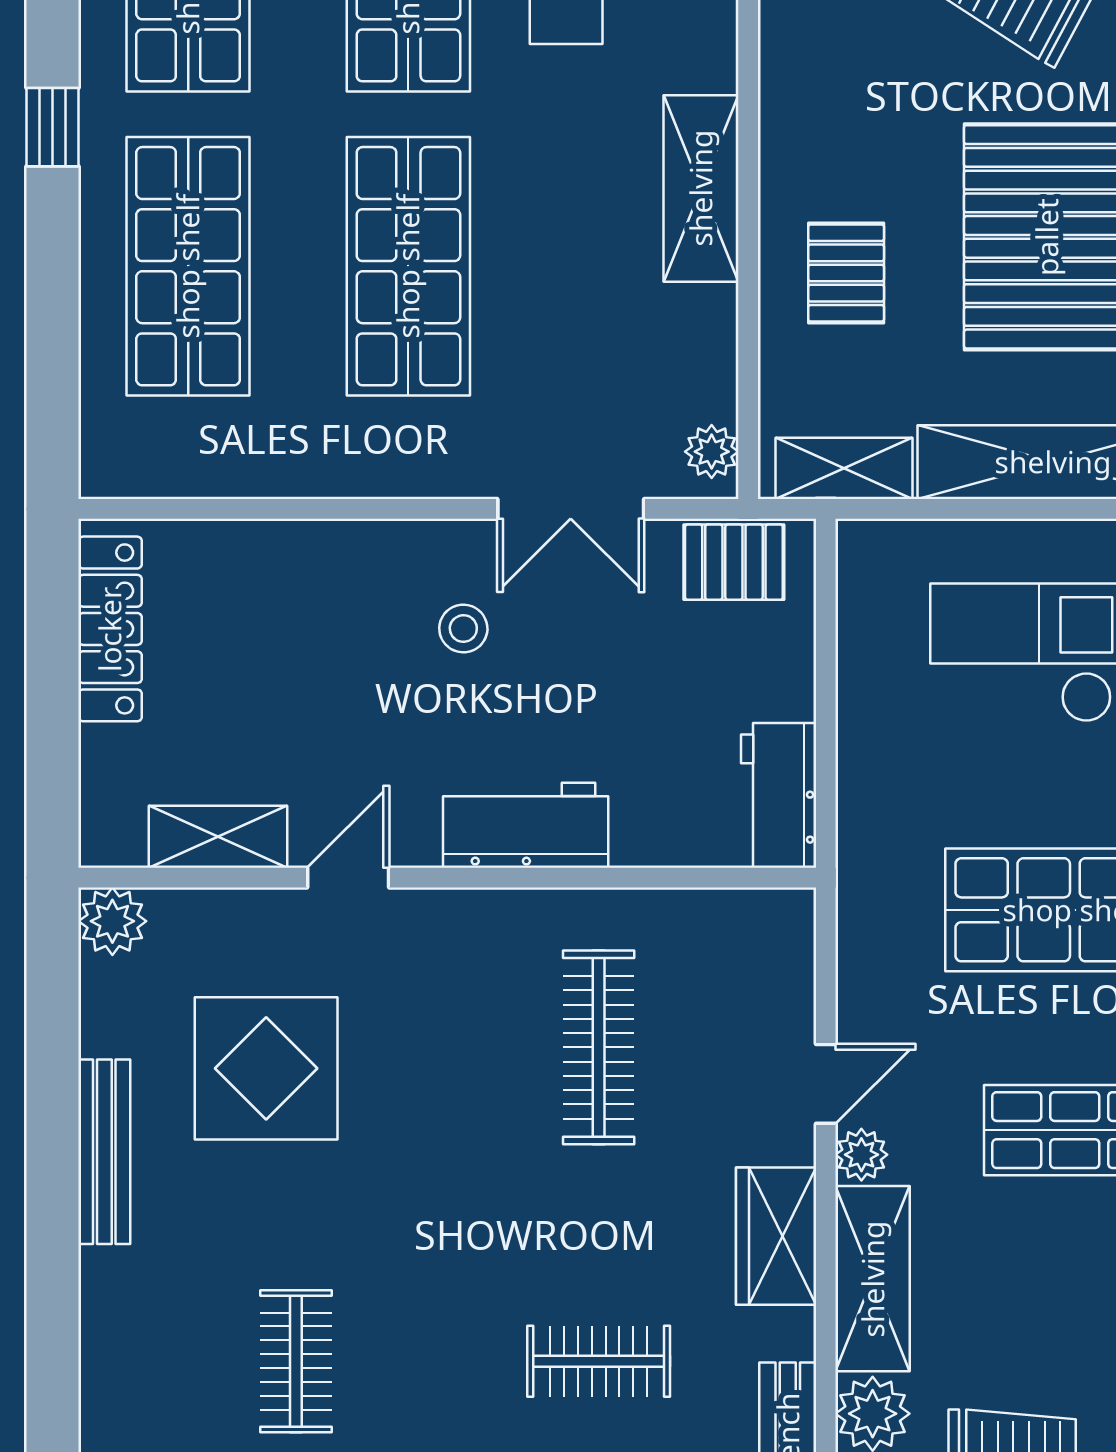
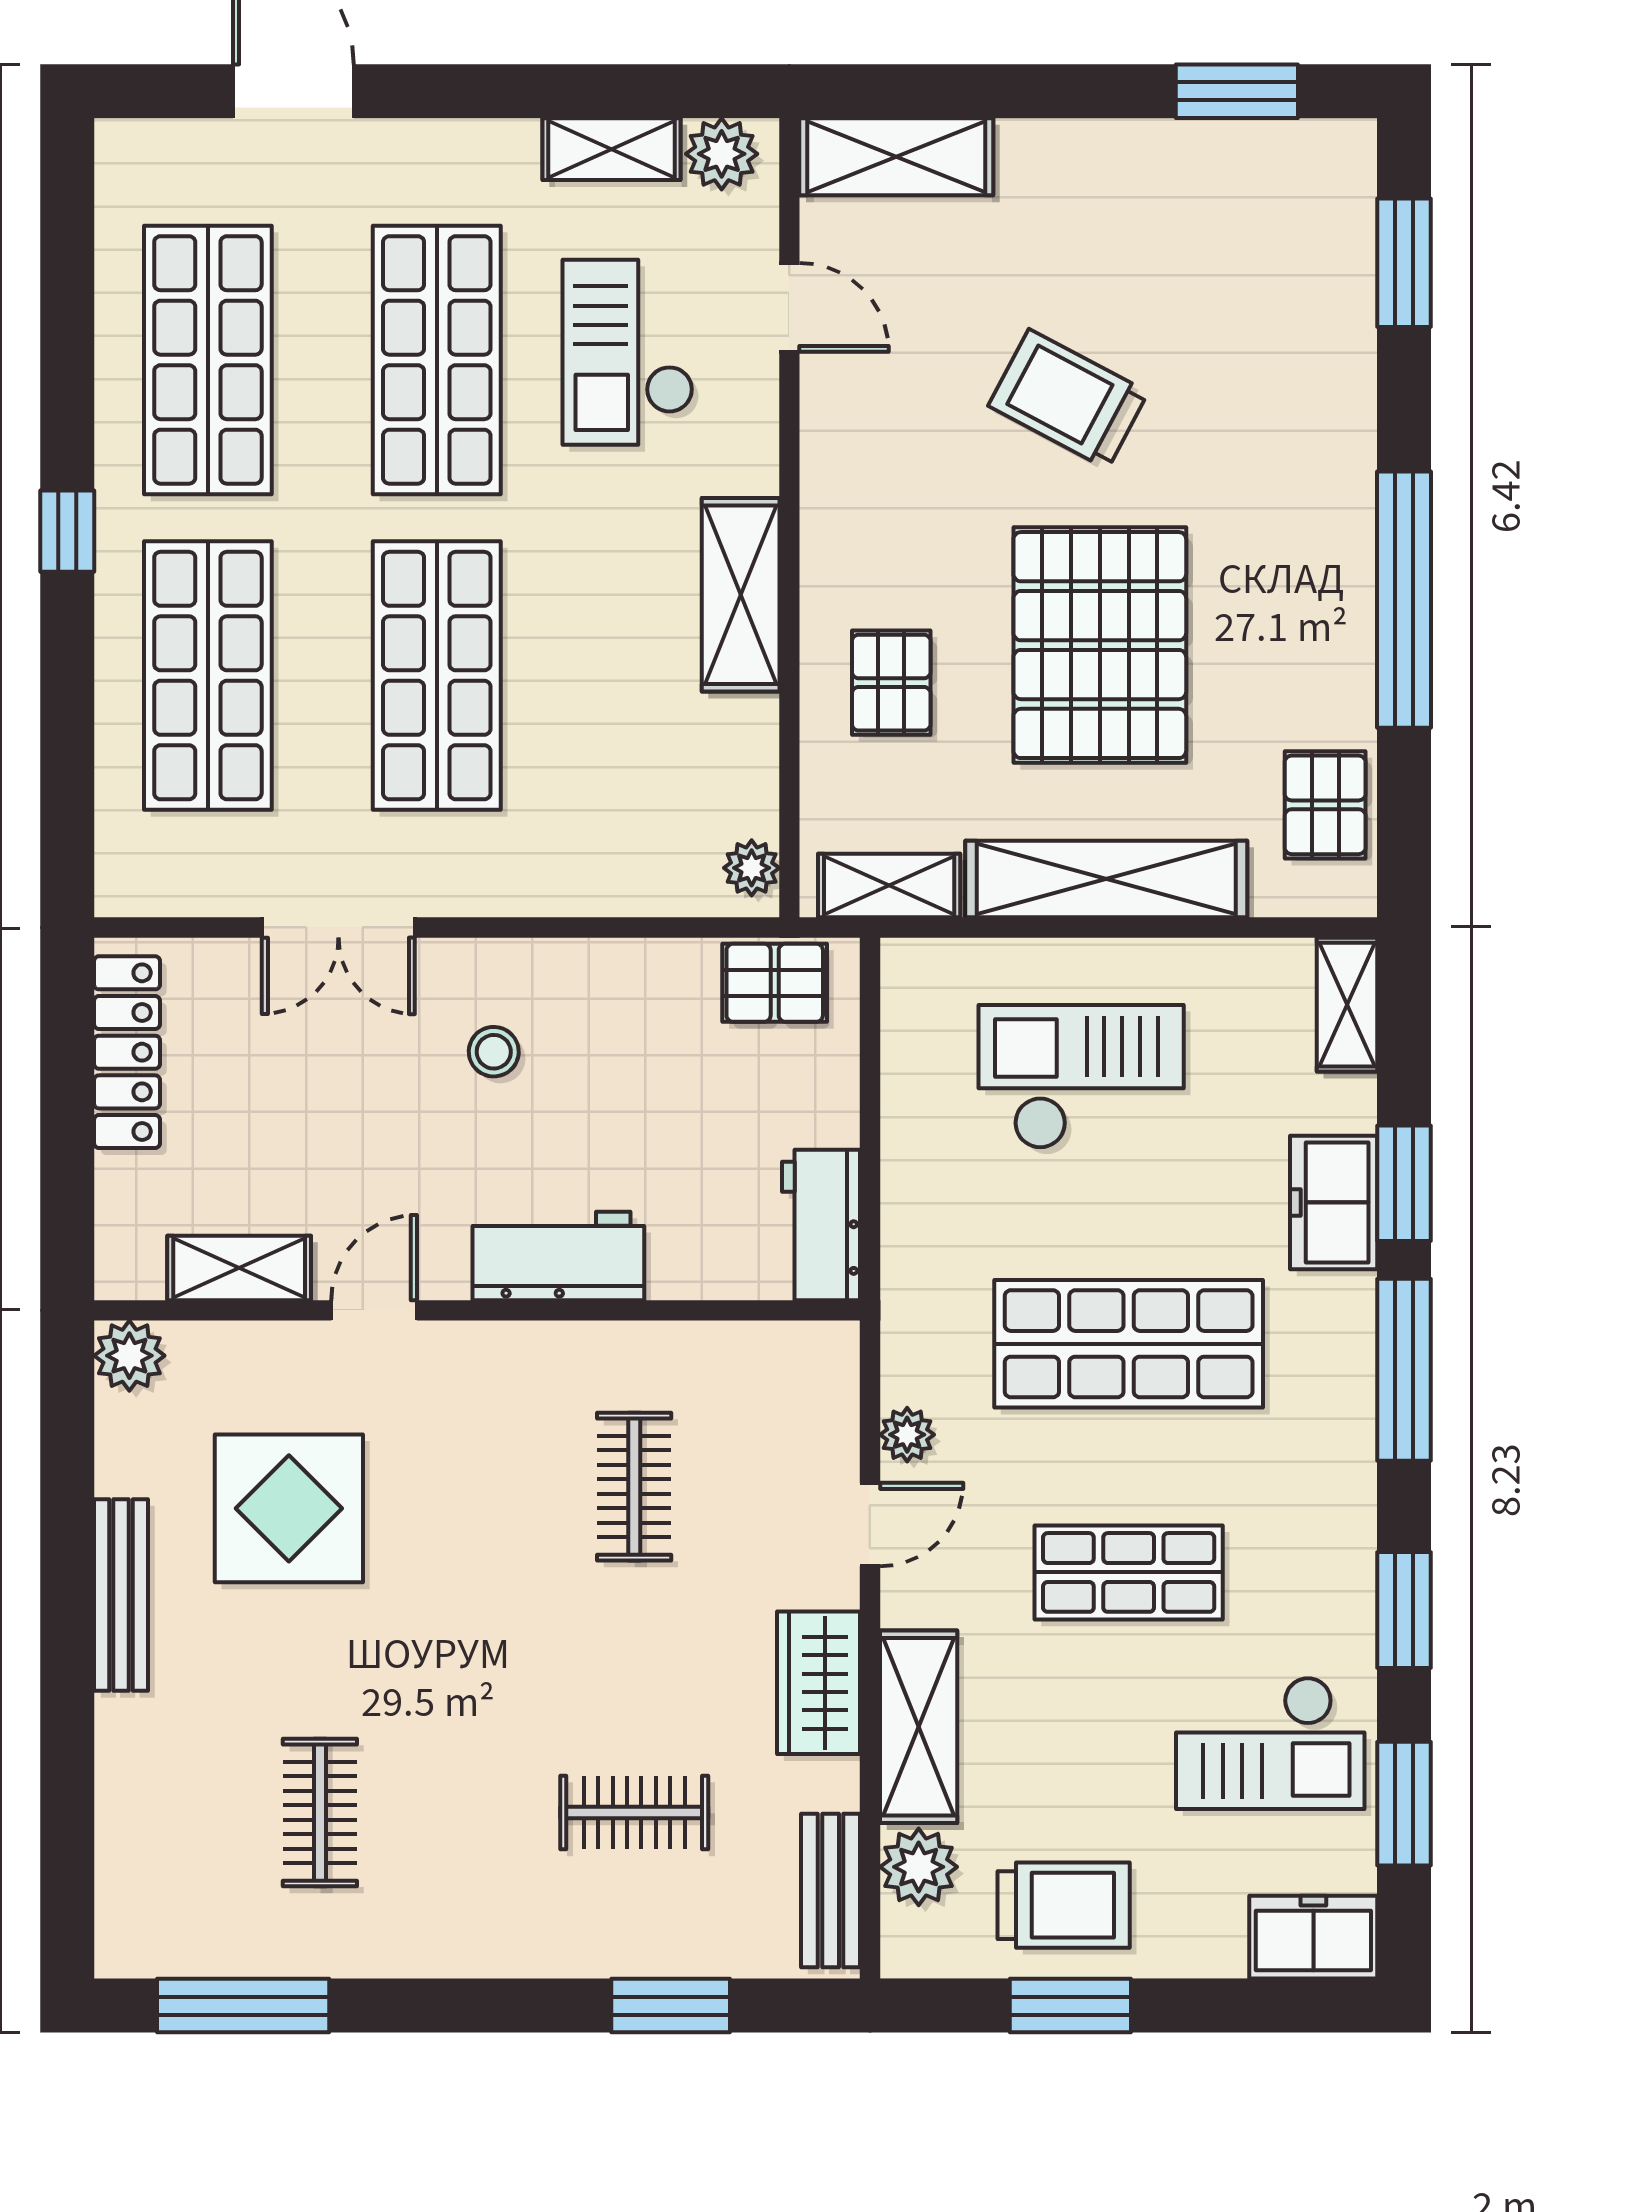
double door: (571, 509) -> (338, 927), moved
clothes rail: (599, 1047) -> (634, 1487), width x0.73
plant: (861, 1155) -> (907, 1435), moved

